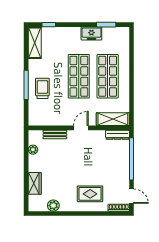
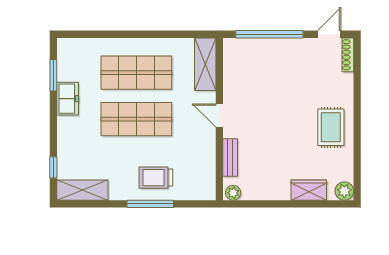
dresser: (117, 135) -> (230, 57), removed
plant: (33, 150) -> (233, 193), moved
rug: (90, 194) -> (331, 127), moved
plant: (53, 206) -> (344, 191), moved

